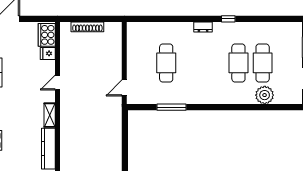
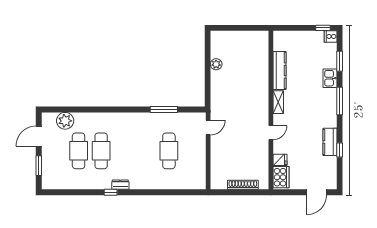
dresser: (203, 27) -> (120, 185), moved
plant: (265, 95) -> (65, 121), moved
plant: (116, 155) -> (216, 64), added

